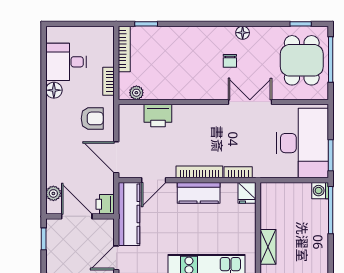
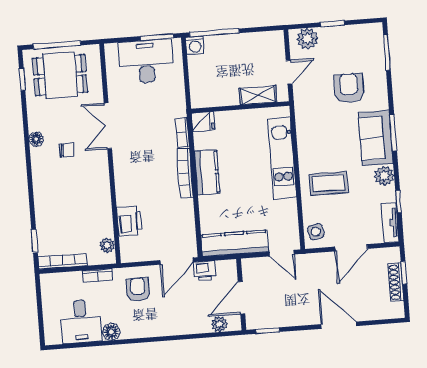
desk: (302, 143) -> (146, 61), width x0.73, depth x0.77
door: (154, 180) -> (197, 220), removed
printer: (105, 204) -> (204, 271), moved

